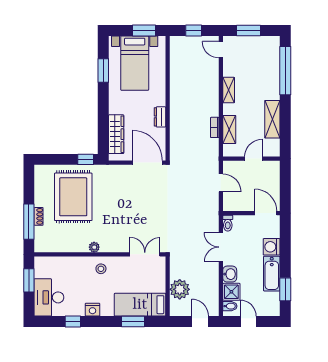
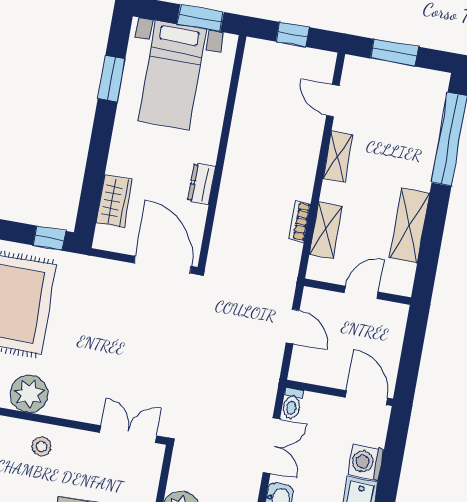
door: (221, 50) -> (333, 101), moved
wardrobe: (116, 134) -> (114, 201), width x0.67
plant: (94, 247) -> (29, 394), width x1.88, depth x1.88
double door: (221, 247) -> (271, 446), swing flipped

